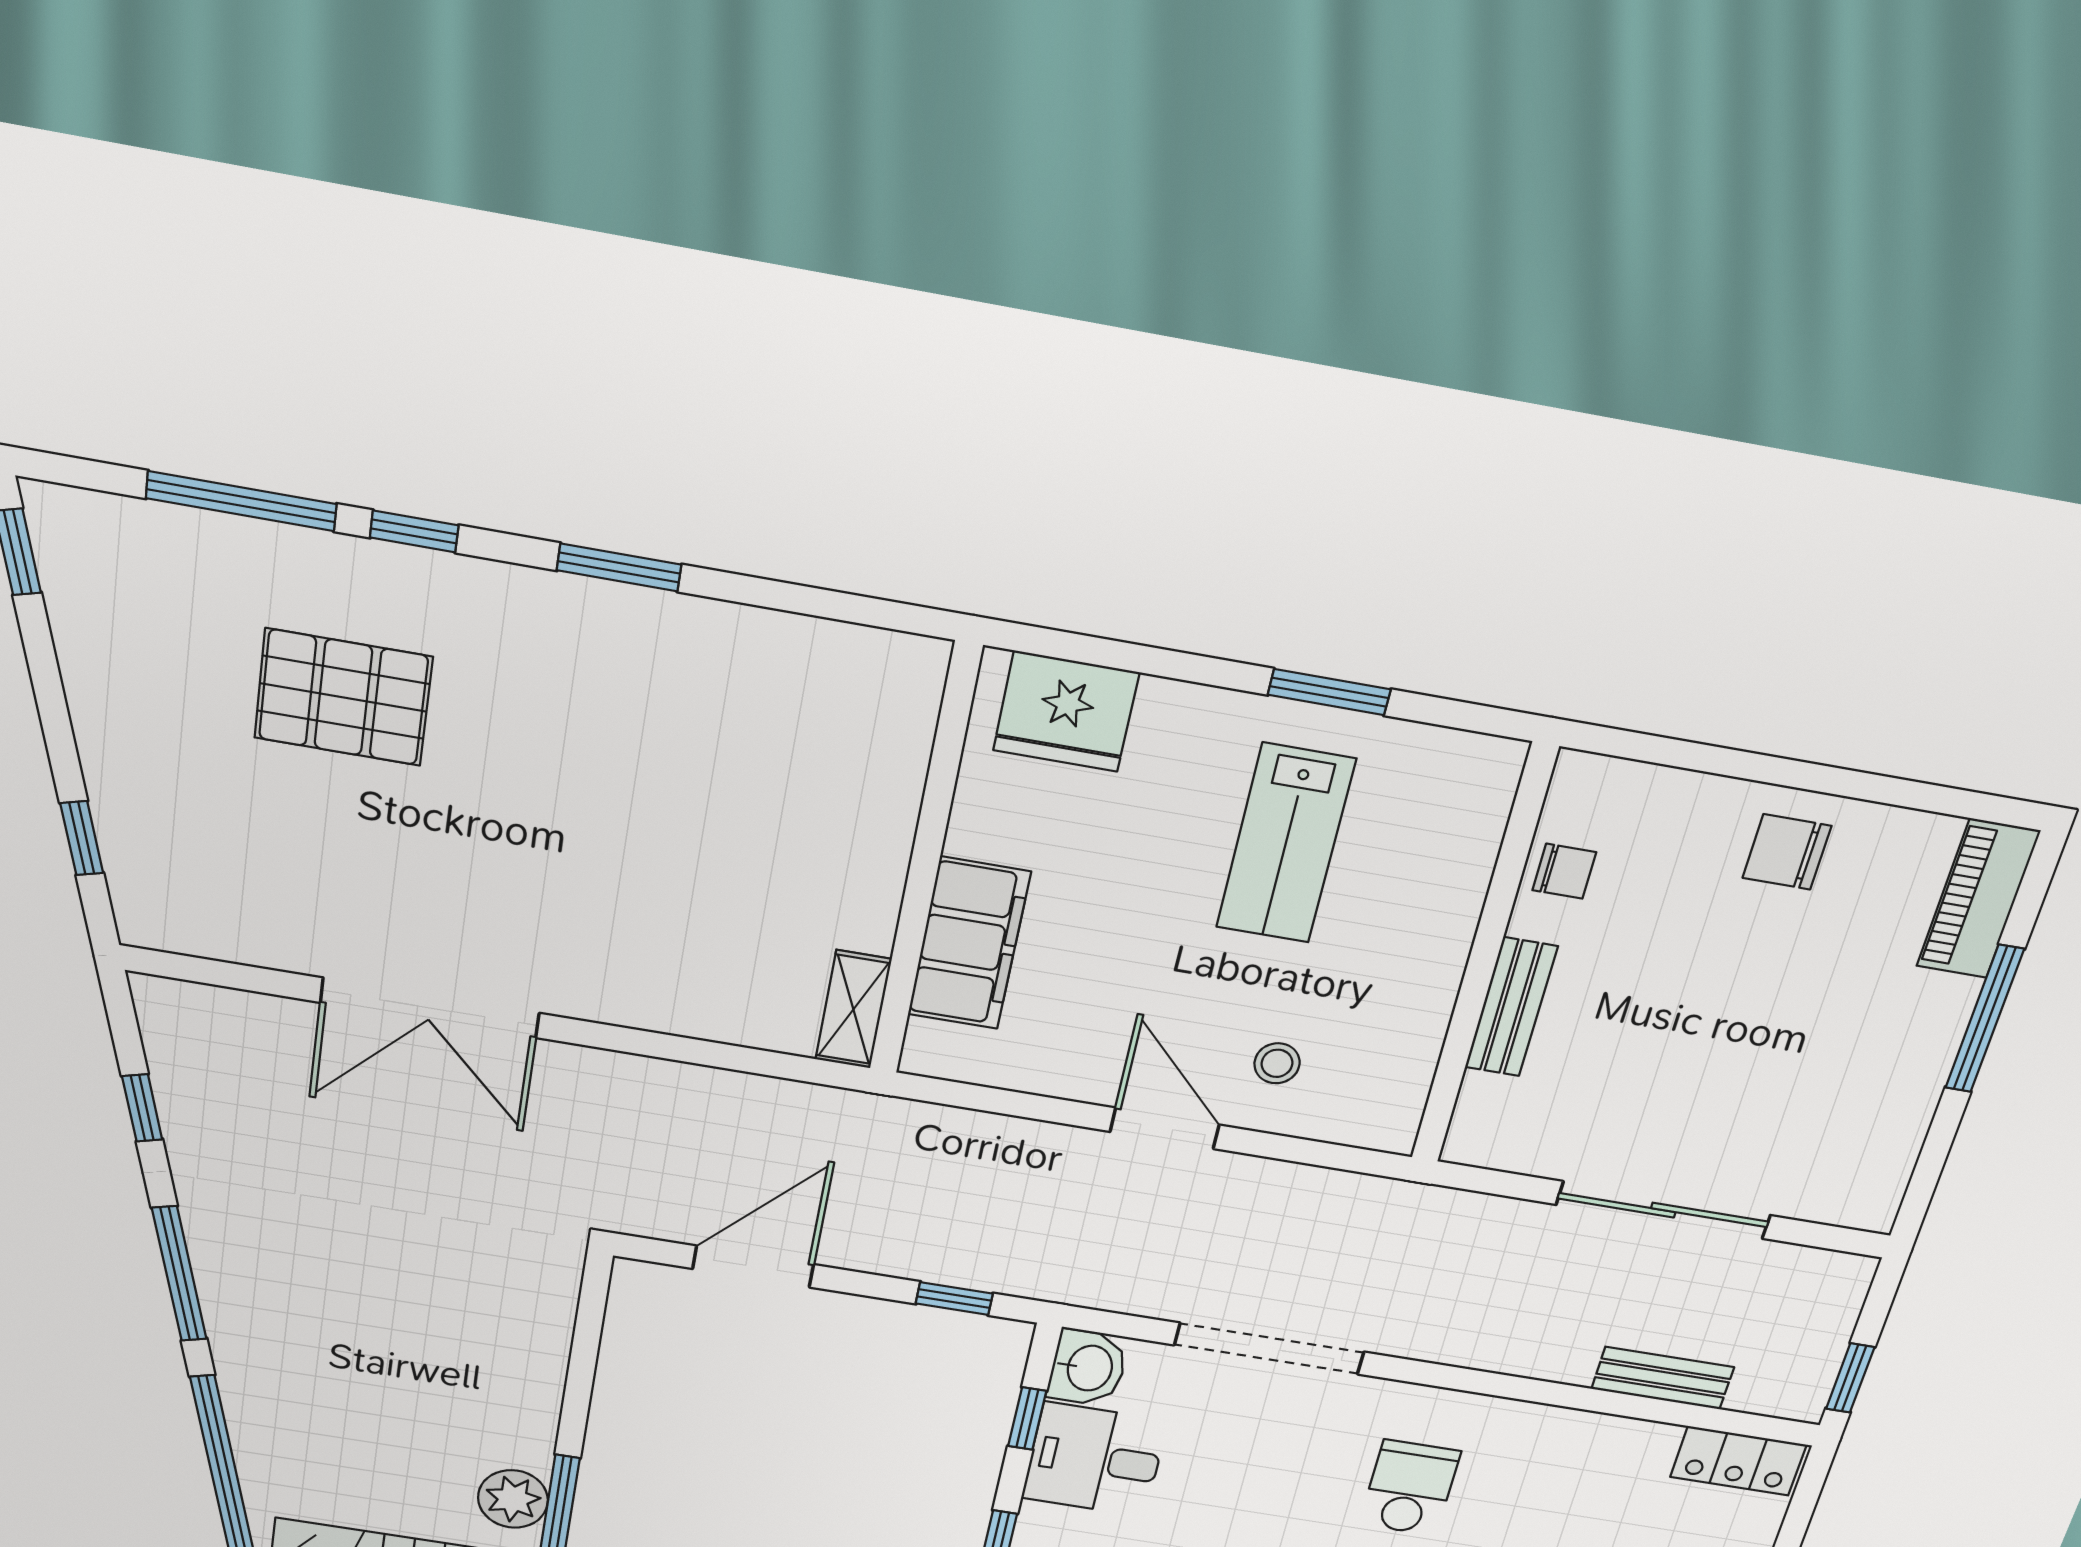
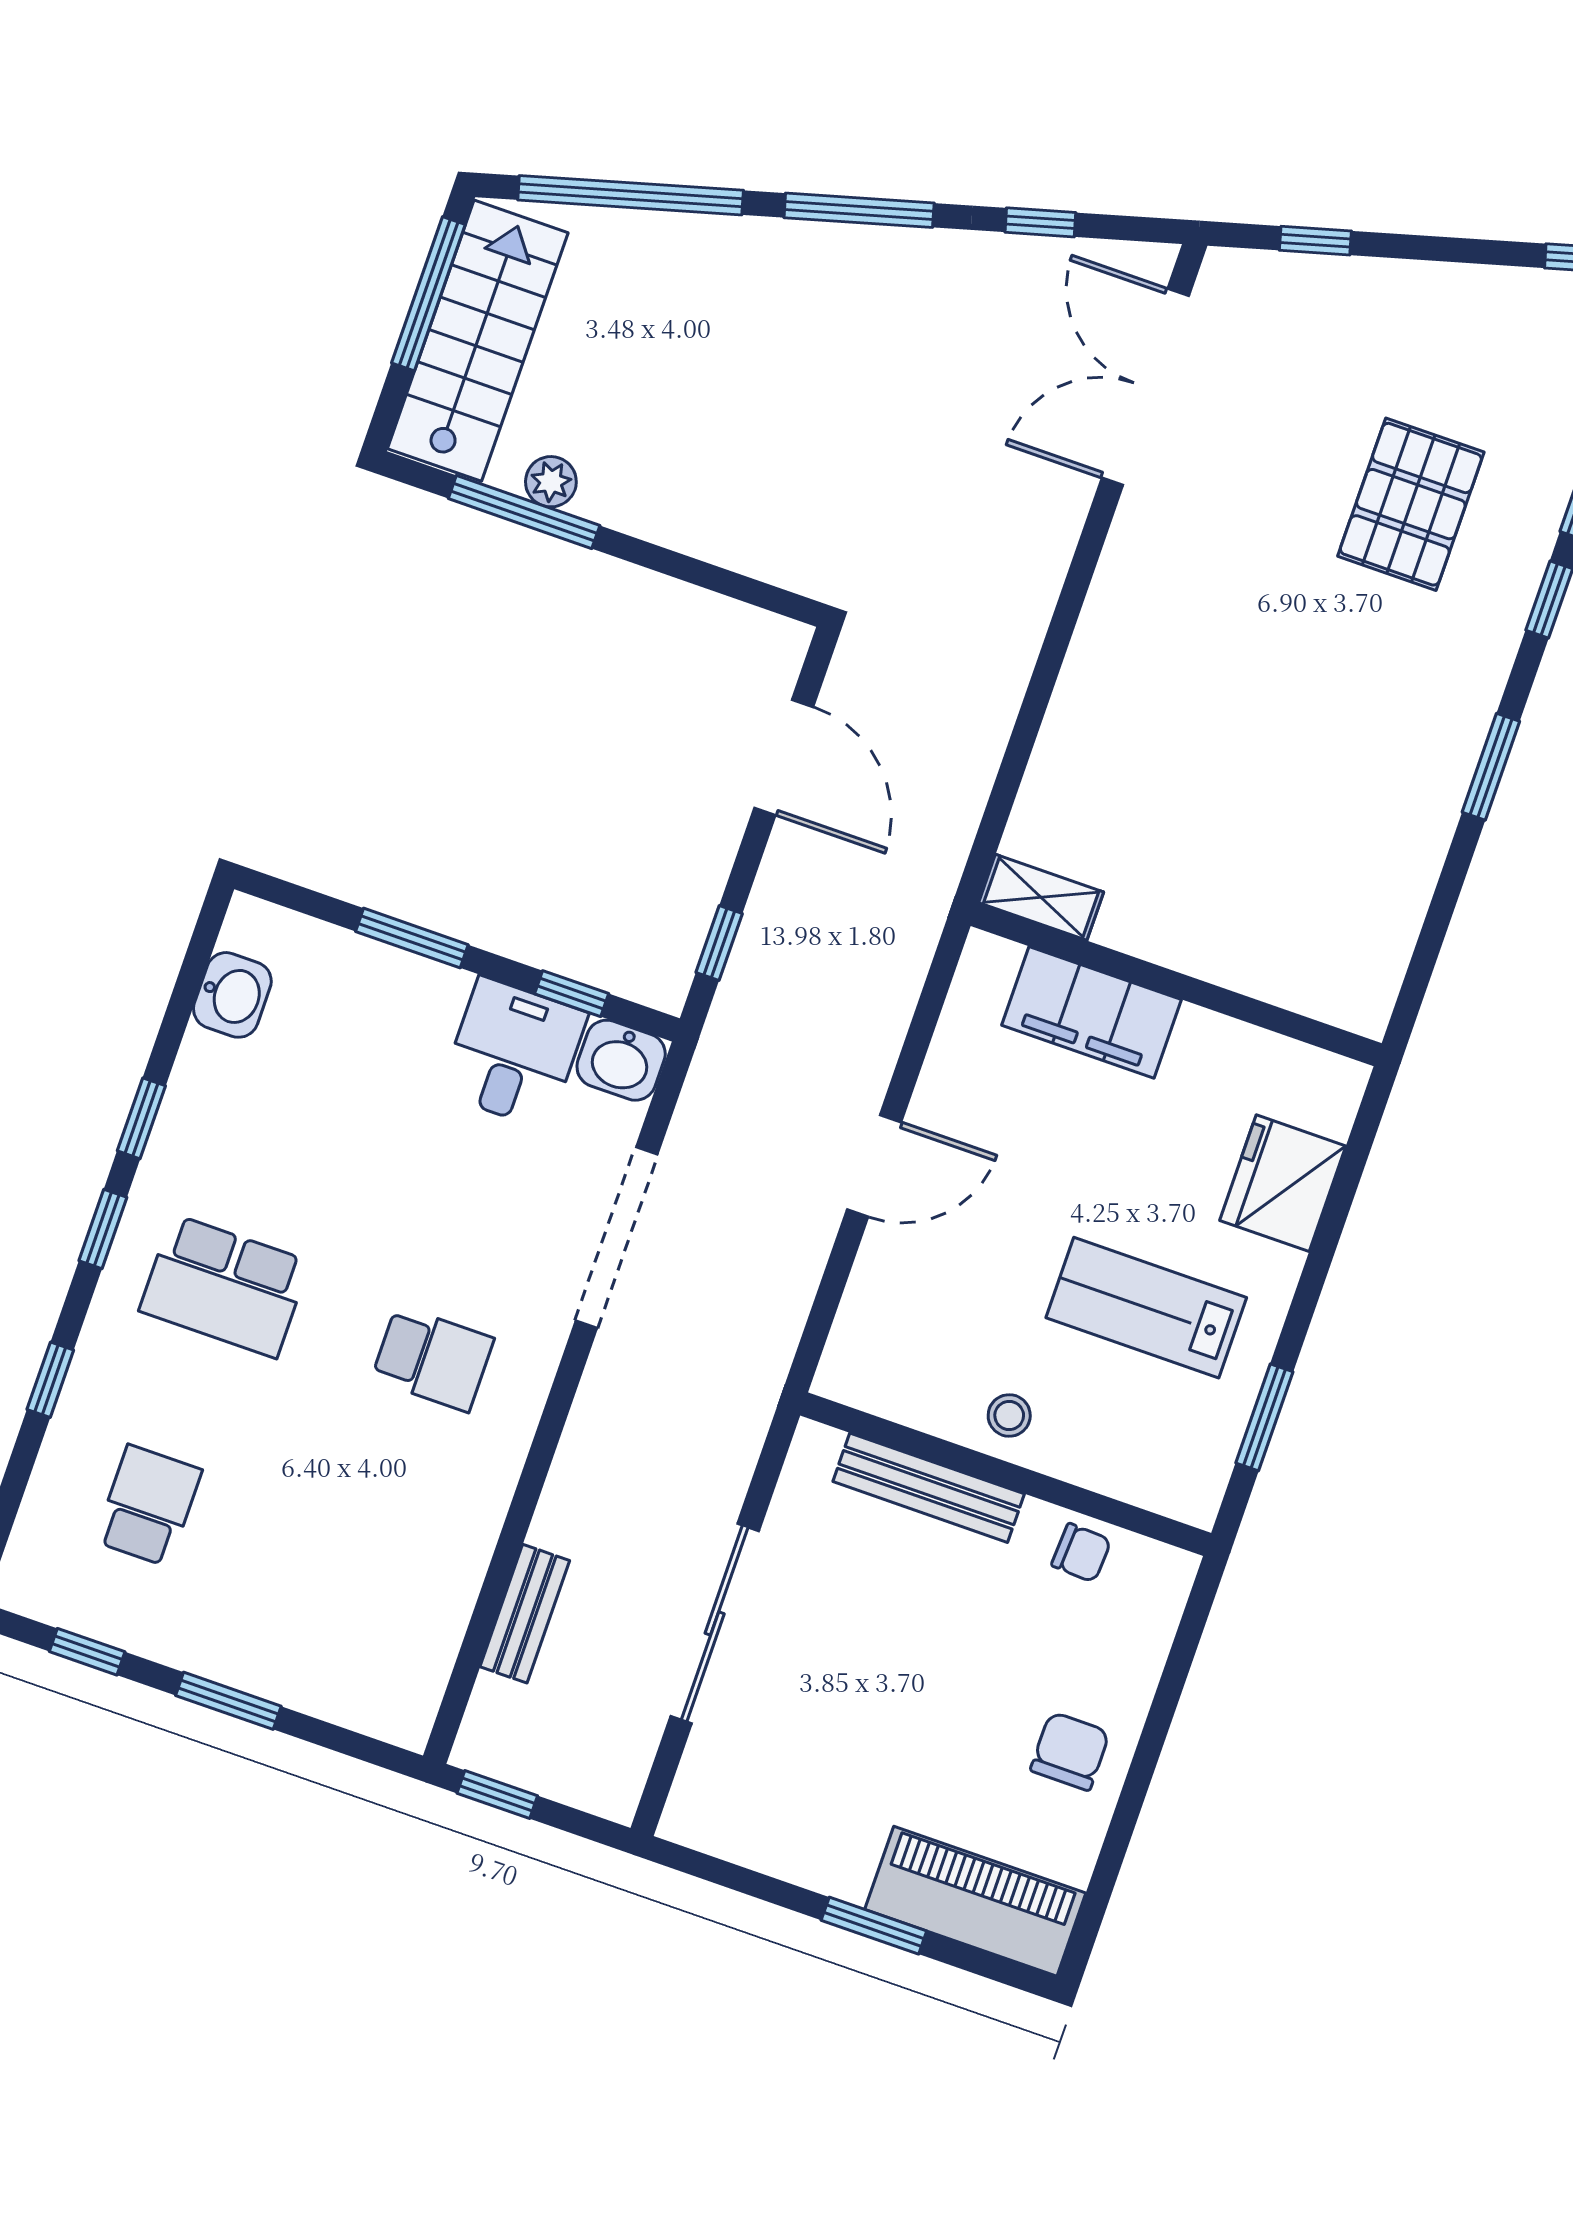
window: (1329, 692) -> (1264, 1417), moved
fridge: (1066, 711) -> (1283, 1183), moved
chair: (1564, 871) -> (1081, 1553), turned -87
piano: (1978, 899) -> (975, 1901), width x1.37, depth x1.33
bench: (1511, 1007) -> (929, 1488), width x1.36
double door: (430, 1008) -> (1145, 387), moved
window: (1985, 1019) -> (874, 1926), width x0.69
stool: (1277, 1063) -> (1009, 1415), moved
locker: (1738, 1461) -> (416, 1683), removed
plant: (513, 1499) -> (551, 482), width x0.73, depth x0.73

